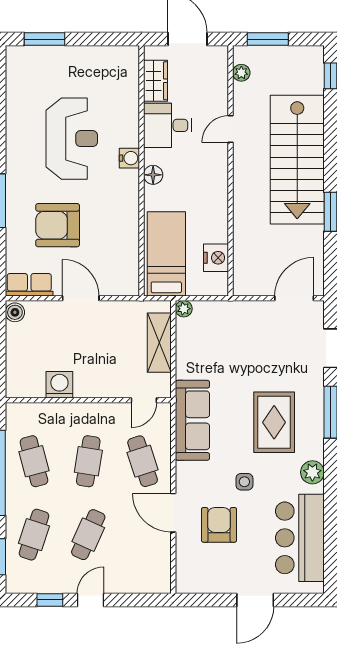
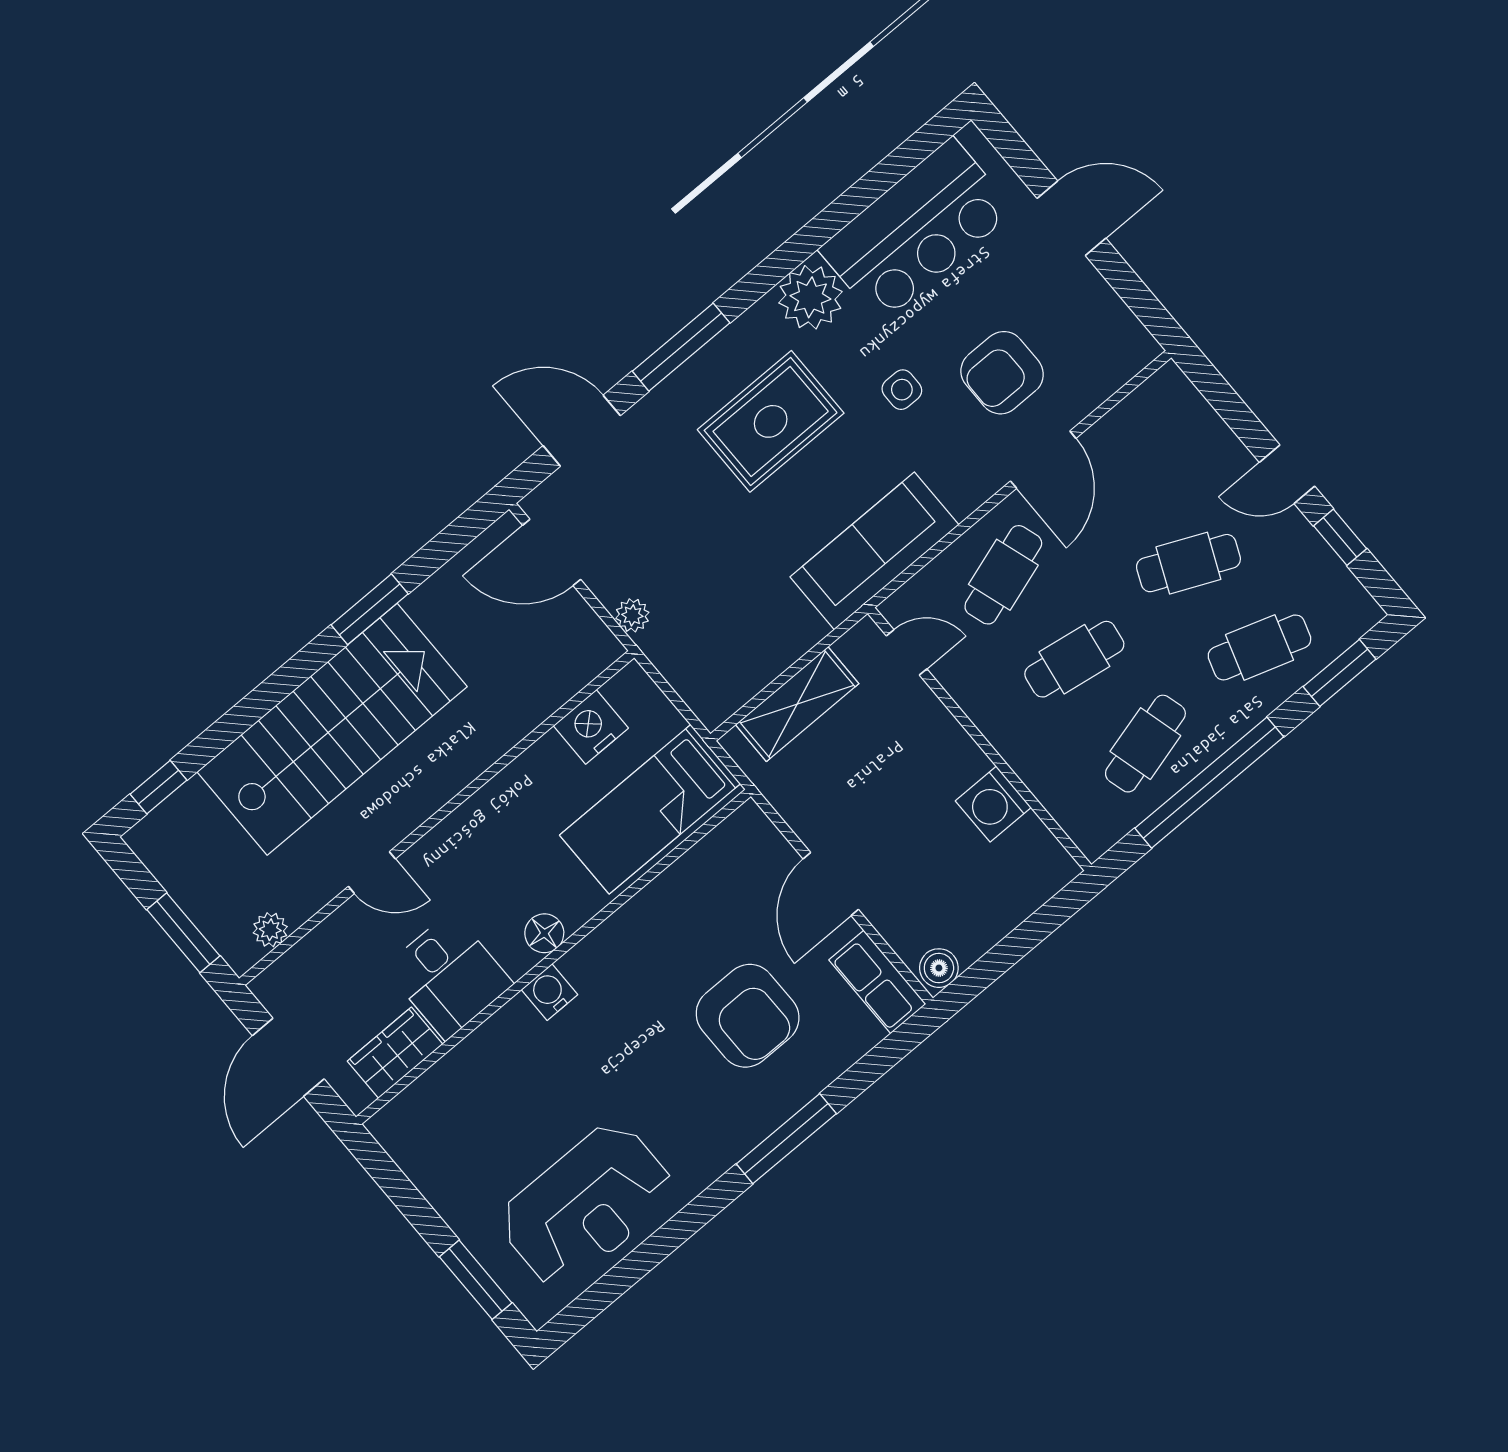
reception desk: (72, 139) -> (587, 1205), moved, turned 180
plant: (184, 309) -> (632, 615), moved
plant: (312, 472) -> (810, 297), width x1.36, depth x1.36

